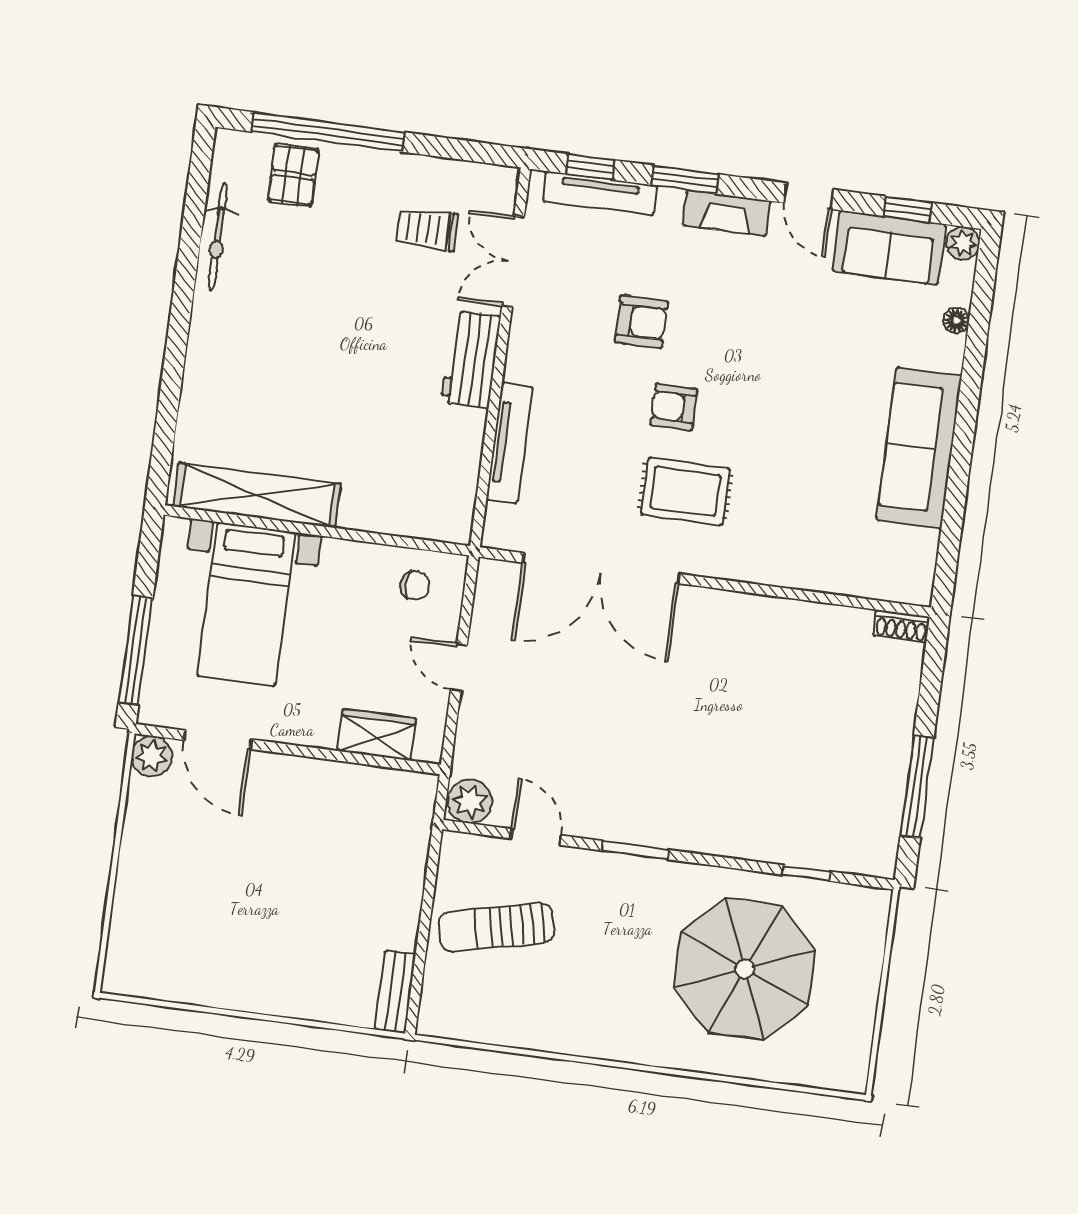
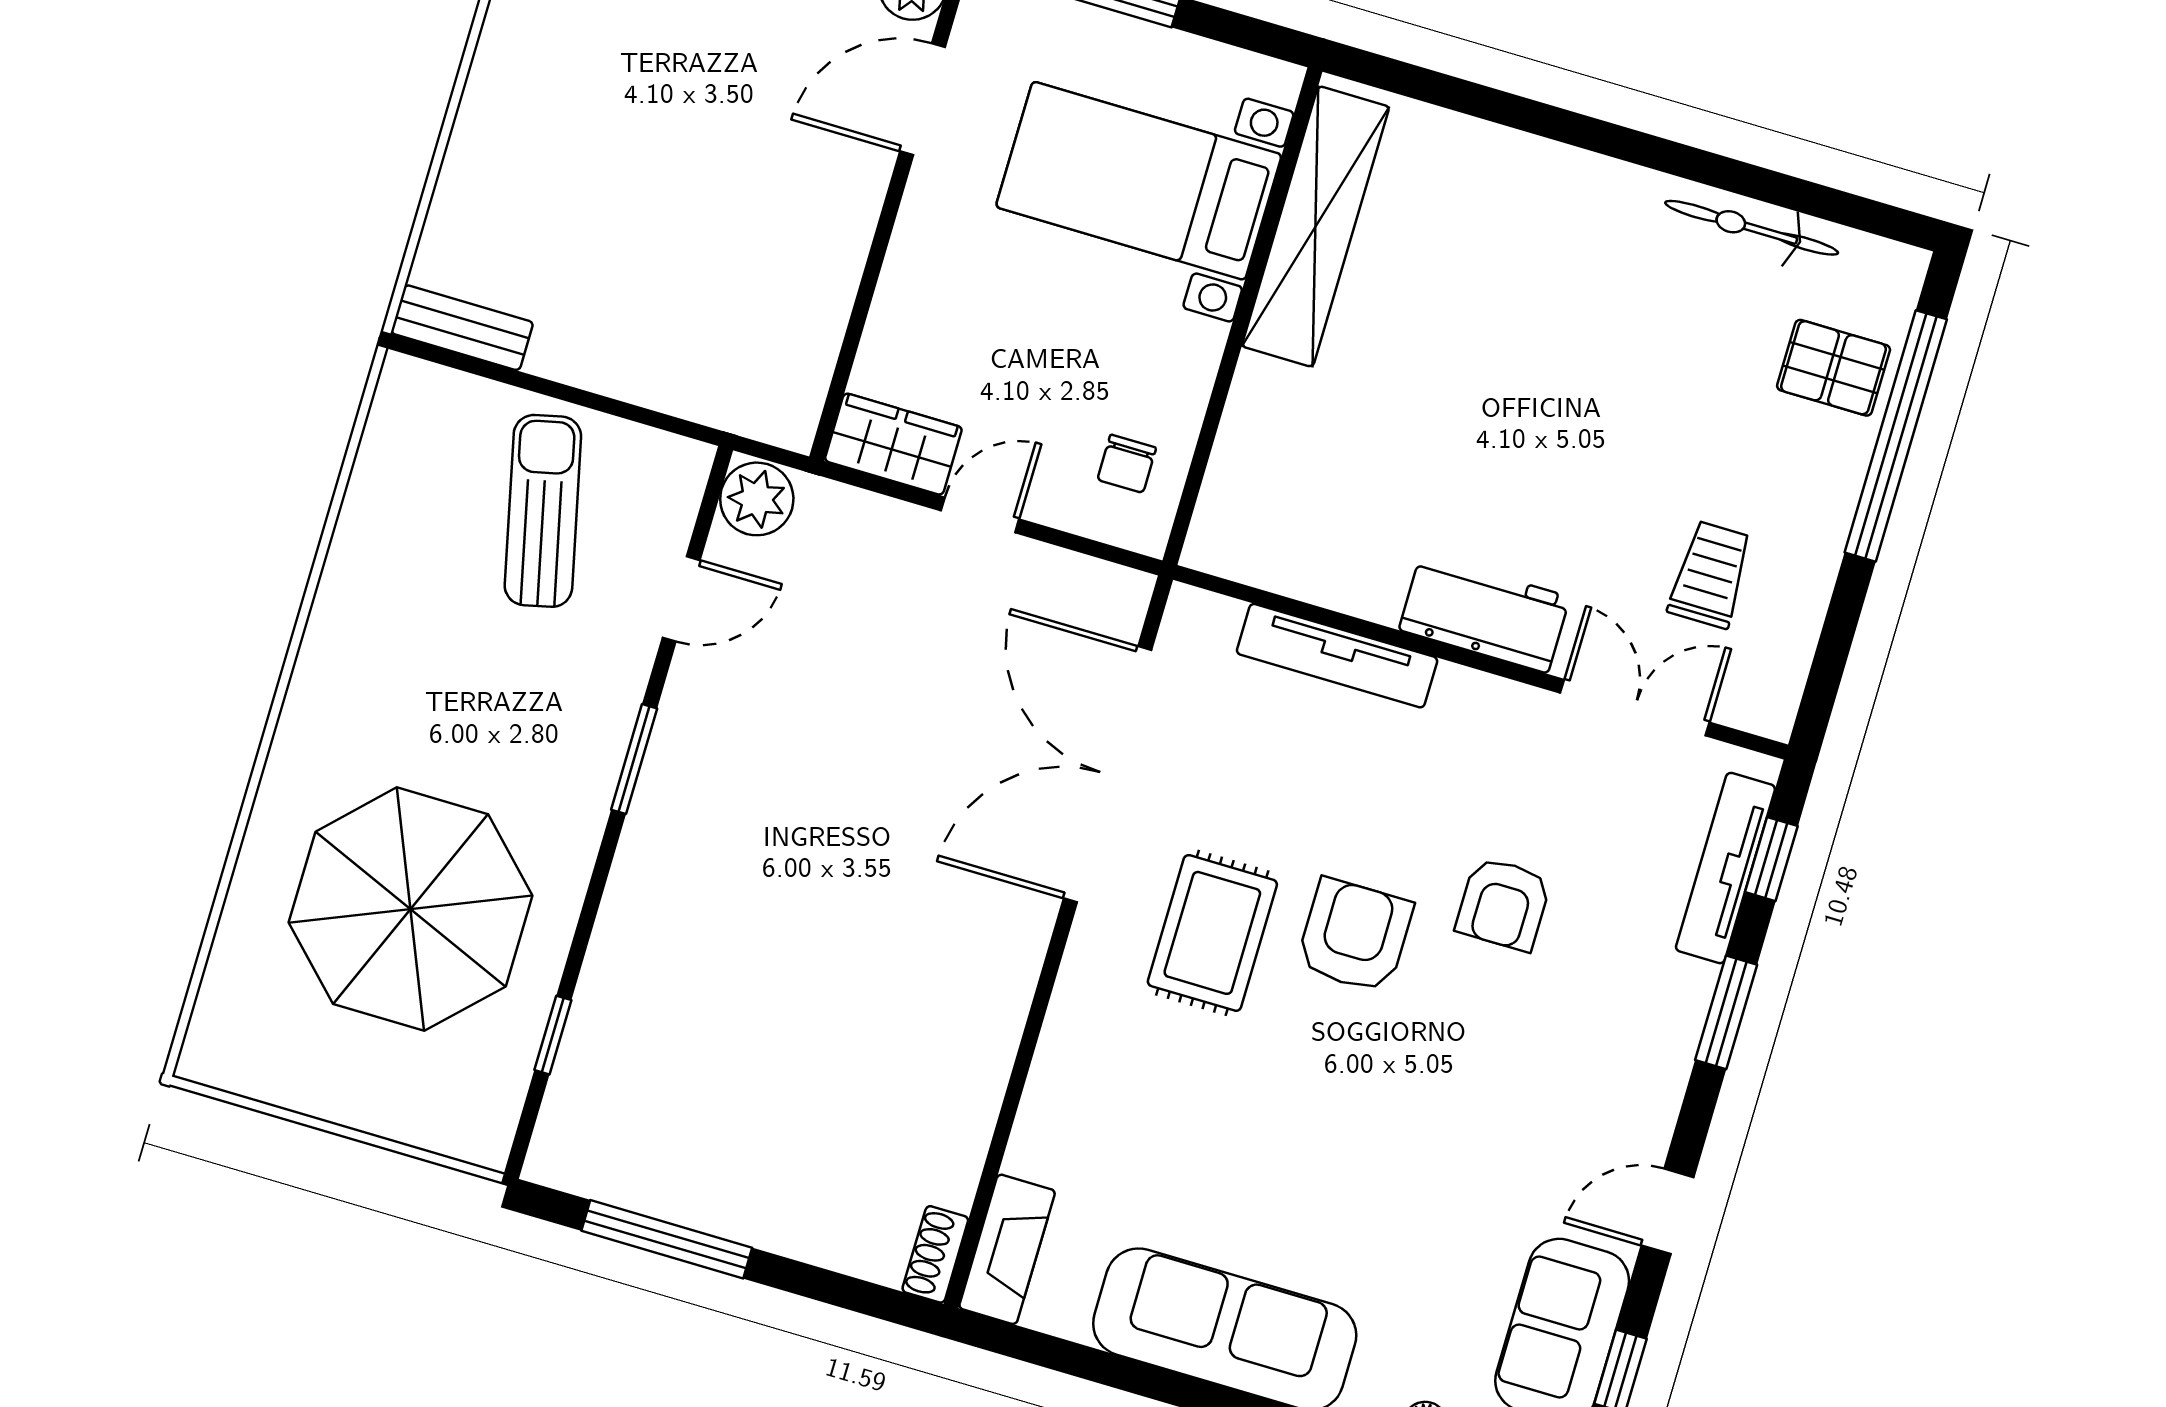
fireplace: (727, 213) -> (1007, 1249), moved, turned 180
armchair: (674, 407) -> (1355, 936), width x1.38, depth x1.38
wardrobe: (377, 735) -> (893, 444), moved, turned -90

